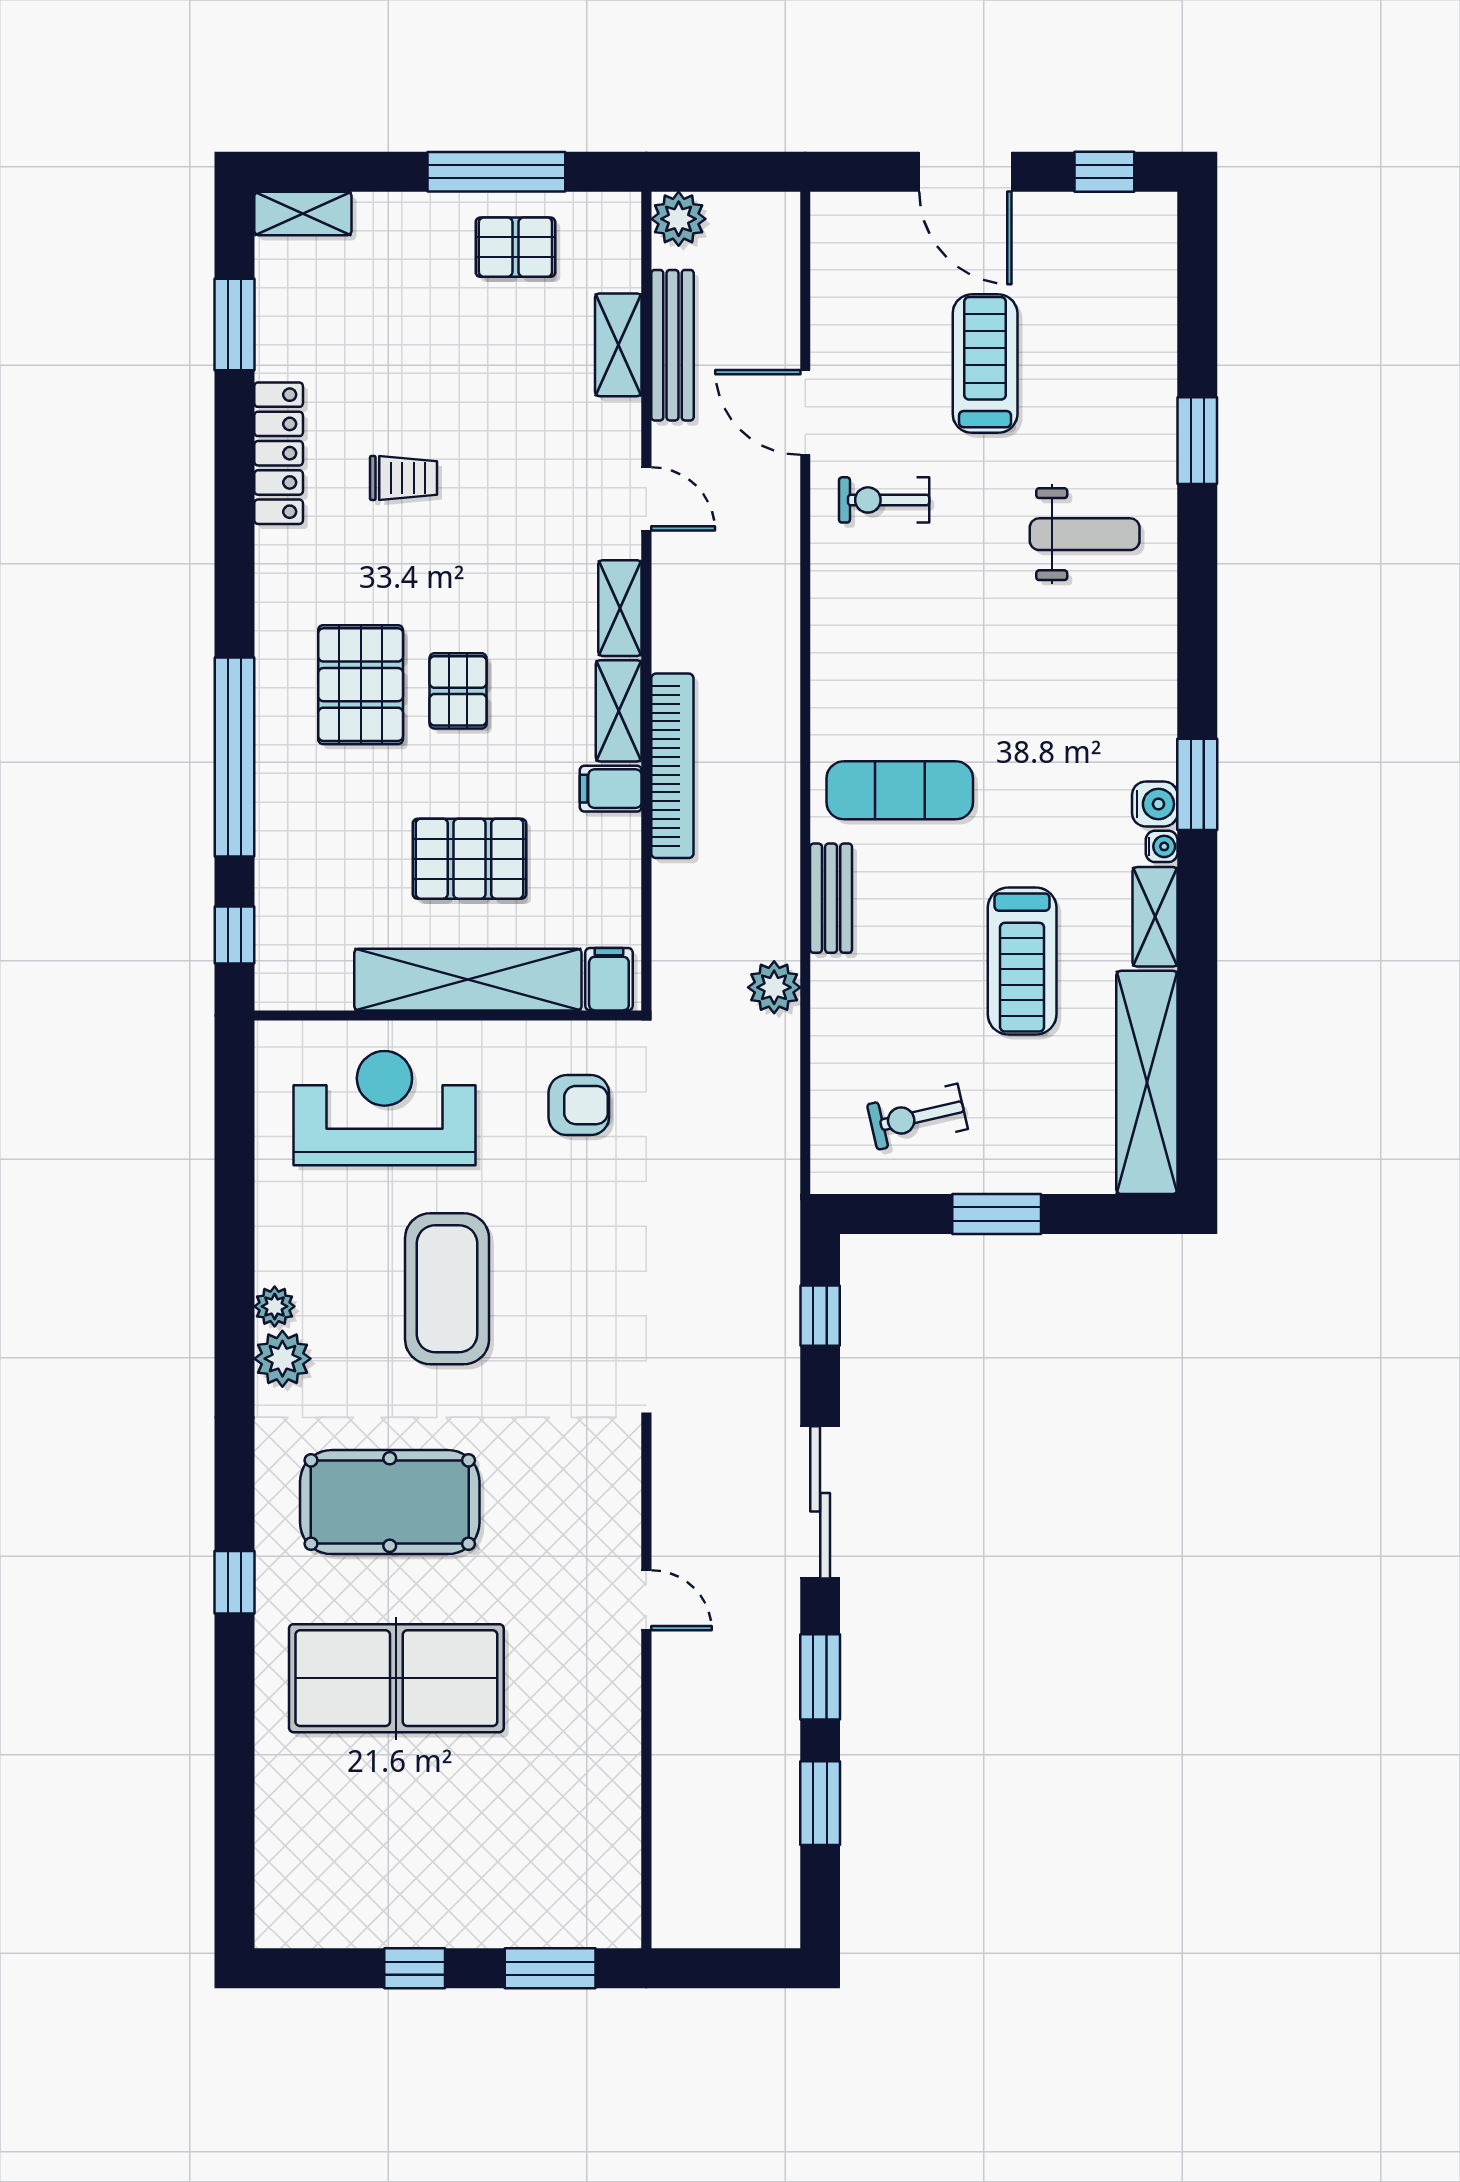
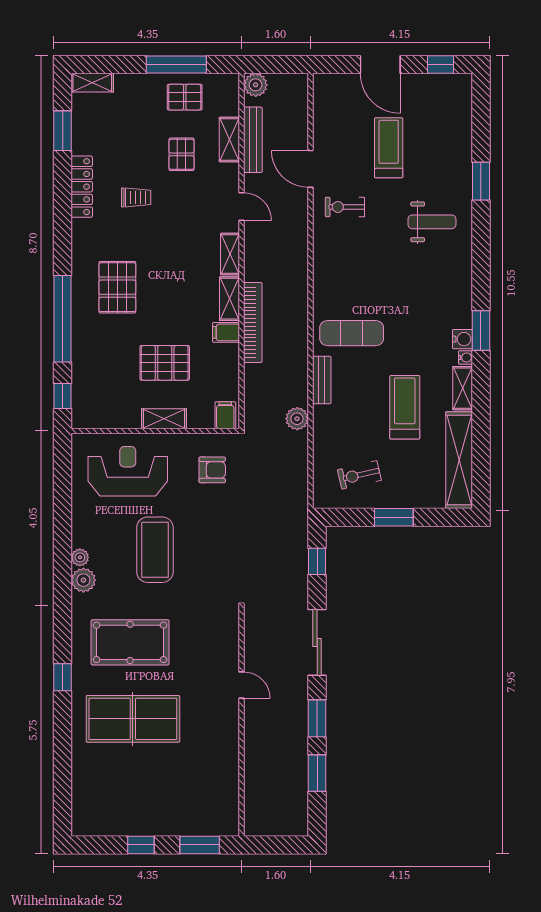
pallet: (458, 691) -> (182, 154), moved
treadmill: (1022, 961) -> (405, 407), turned 180
shelving: (468, 980) -> (164, 419), width x0.45, depth x0.75

